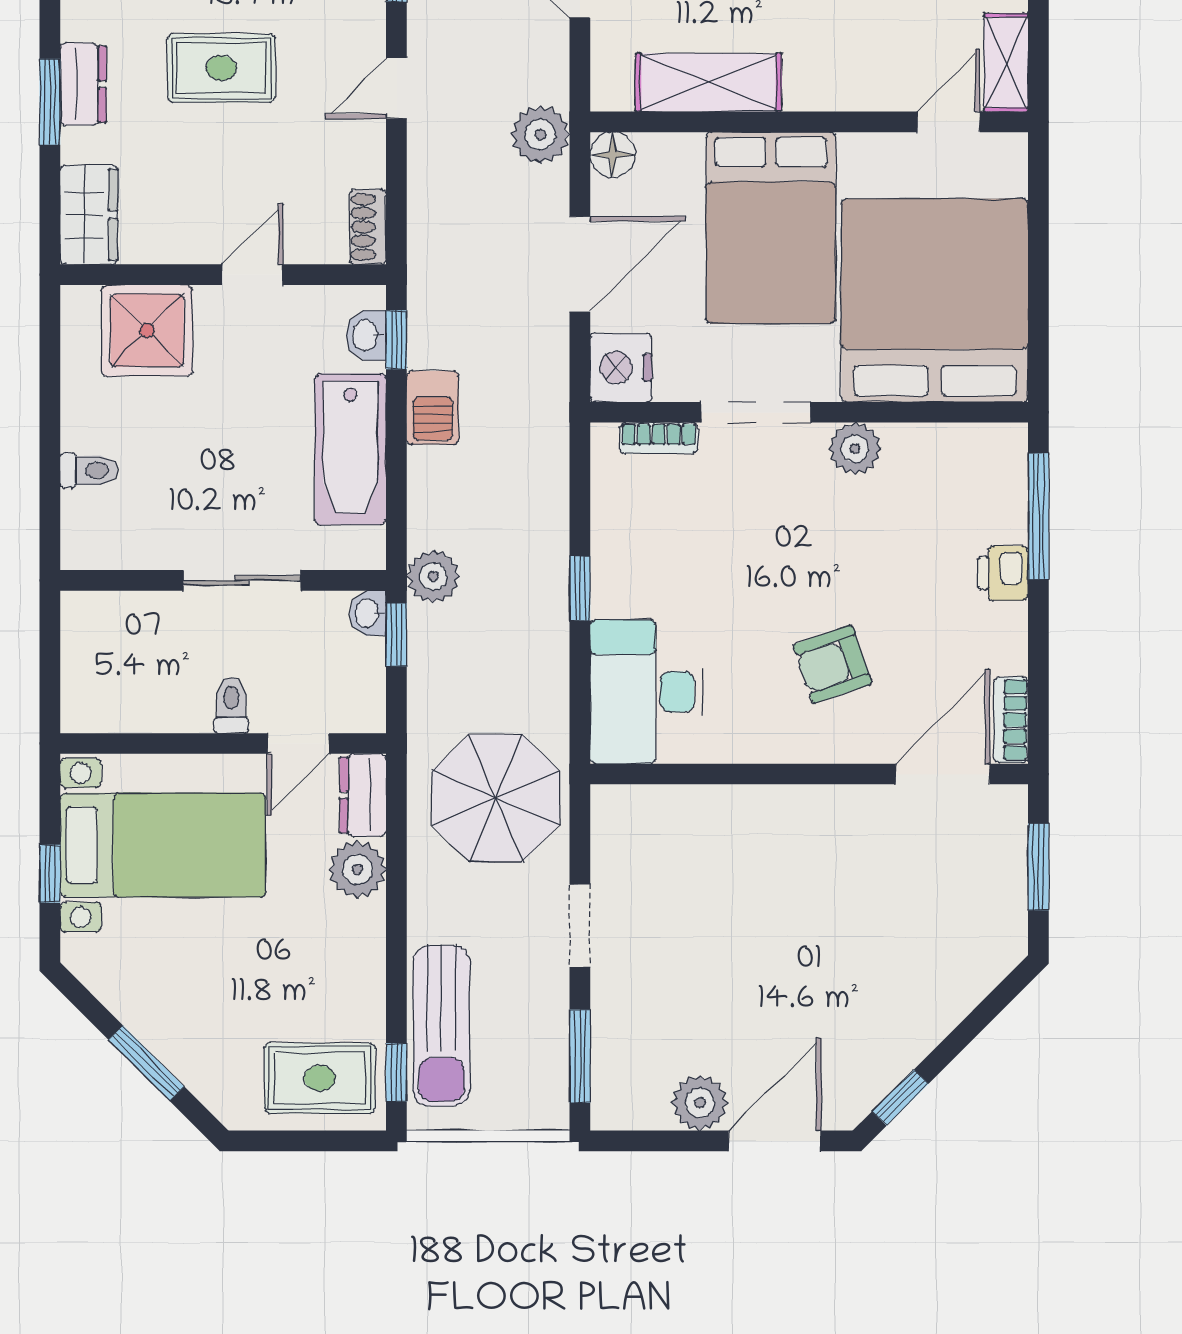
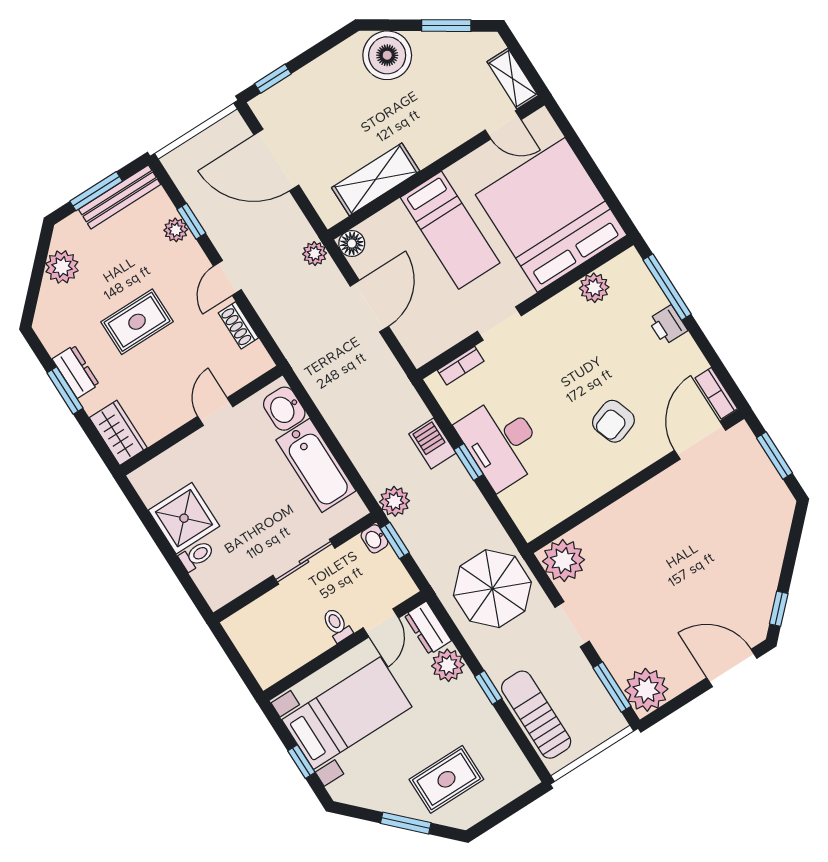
door: (949, 122) -> (503, 125), swing flipped
plant: (540, 135) -> (315, 254), width x0.73, depth x0.73
shoe rack: (368, 227) -> (238, 325), moved
bed: (771, 228) -> (450, 230), width x0.67
shower: (147, 330) -> (184, 518), moved
washbasin: (366, 335) -> (284, 409), width x1.38, depth x1.45
window: (396, 340) -> (304, 399), removed
nightstand: (621, 368) -> (421, 343), removed
barbecue: (433, 408) -> (432, 443), moved, turned 180
doorway: (756, 412) -> (499, 323), width x0.73
plant: (855, 449) -> (594, 288), moved
desk: (647, 692) -> (501, 442), moved
plant: (627, 823) -> (563, 561), added
sun lounger: (441, 1026) -> (536, 715), turned 180
window: (396, 1072) -> (488, 687), moved
rug: (320, 1078) -> (446, 779), moved
plant: (700, 1103) -> (646, 690), moved, width x1.36, depth x1.36
door: (775, 1141) -> (732, 668), hinge flipped

